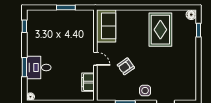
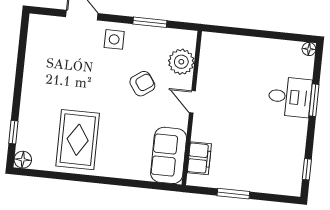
filing cabinet: (88, 82) -> (199, 158), moved
plant: (104, 82) -> (181, 62), added

